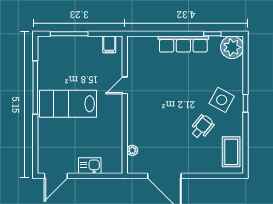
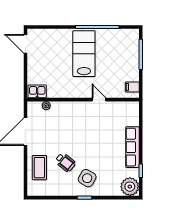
coffee table: (231, 152) -> (39, 168), moved, turned 90
kitchen sink: (90, 166) -> (37, 91), moved, turned -90

